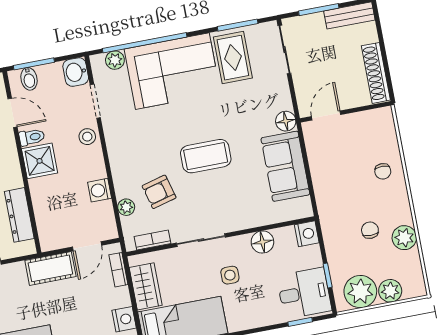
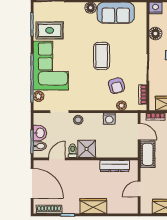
washbasin: (76, 72) -> (40, 133), moved, turned -90

